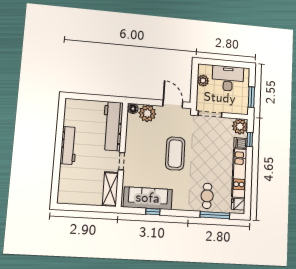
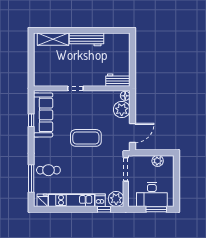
desk: (228, 78) -> (152, 195), moved, turned 90
window: (251, 97) -> (156, 209), moved
workbench: (113, 126) -> (118, 80), width x0.53, depth x0.76
shelving: (110, 189) -> (53, 39), moved

